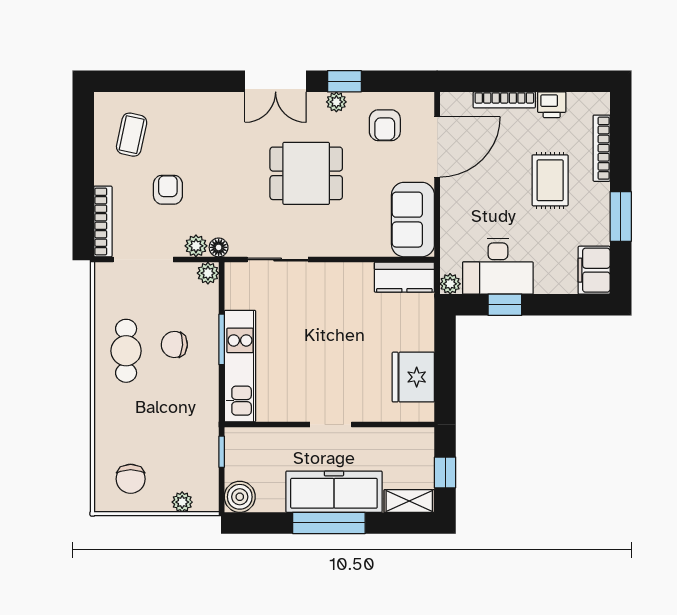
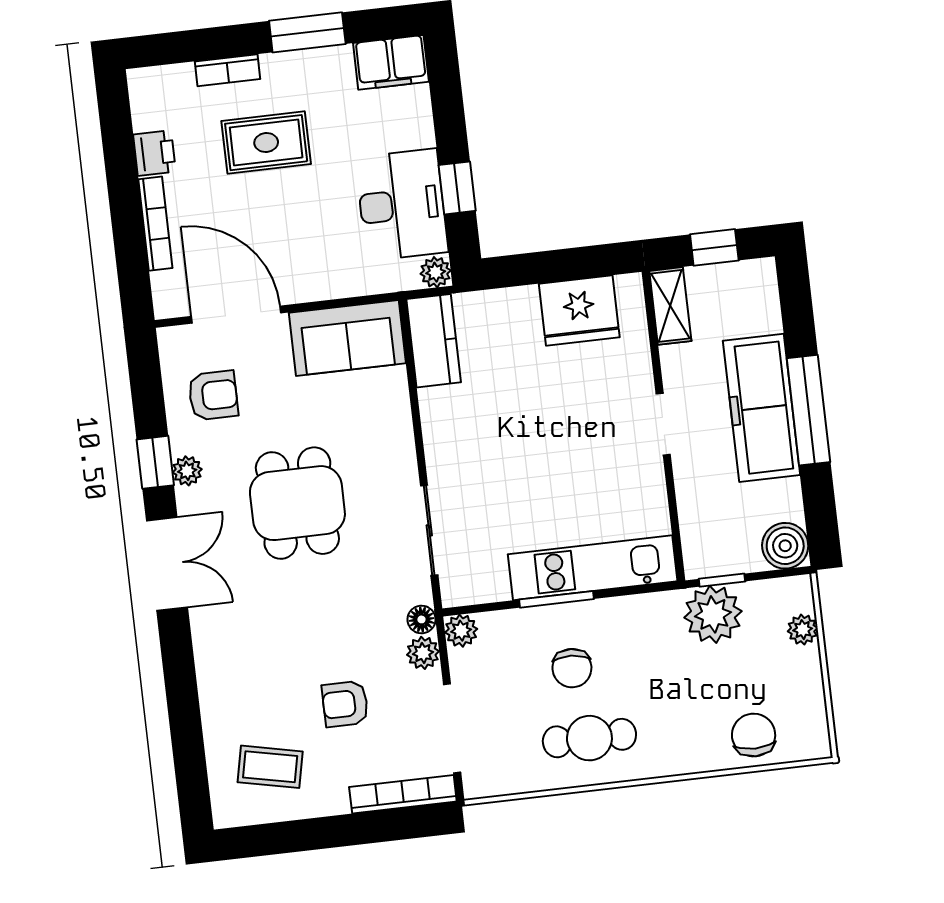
bookcase: (602, 148) -> (228, 70), width x0.64
plant: (199, 443) -> (713, 614), added
chair: (131, 479) -> (754, 735), moved, turned -90
shelving: (409, 501) -> (670, 306), moved

